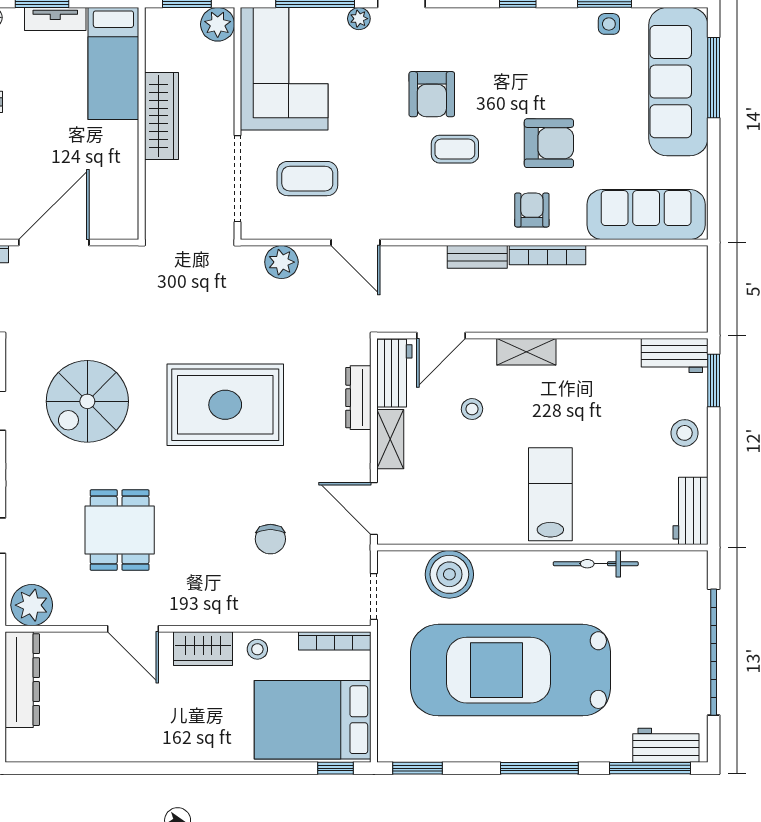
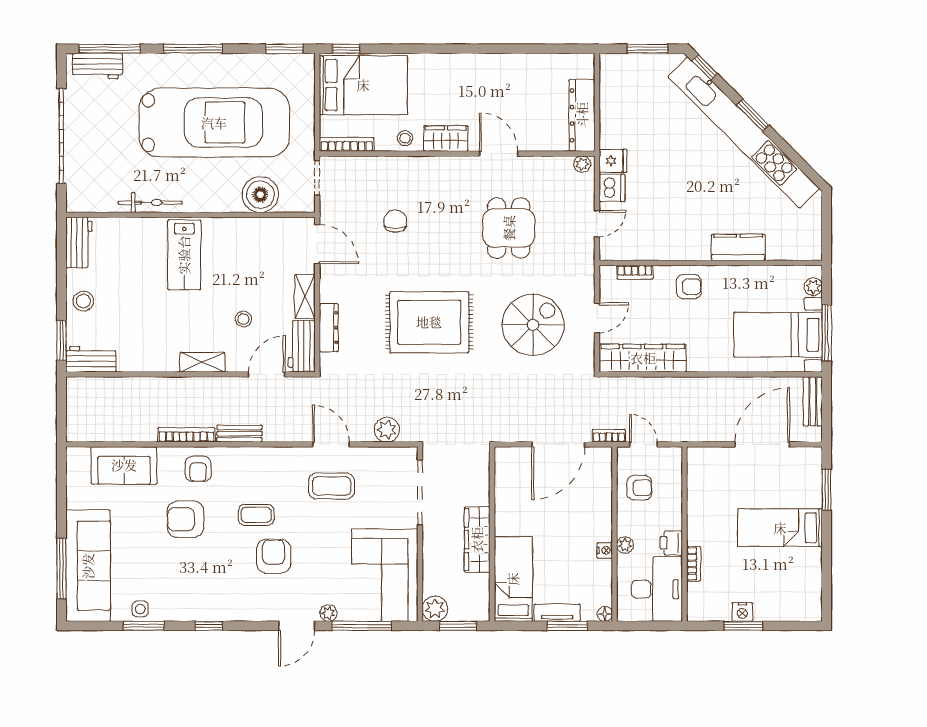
coffee table: (307, 179) -> (332, 486), moved
sofa: (646, 215) -> (124, 465), width x0.73
plant: (32, 605) -> (582, 164), width x0.53, depth x0.53

